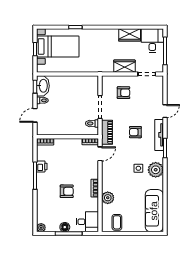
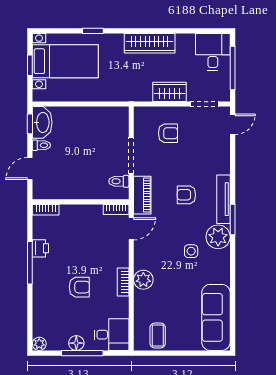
wardrobe: (130, 35) -> (150, 43), moved, width x1.50
door: (165, 111) -> (233, 124), moved
plant: (156, 170) -> (218, 237), moved
plant: (108, 198) -> (143, 280), moved

